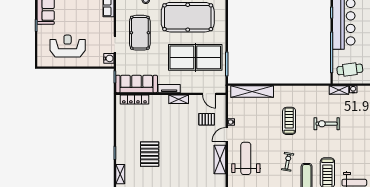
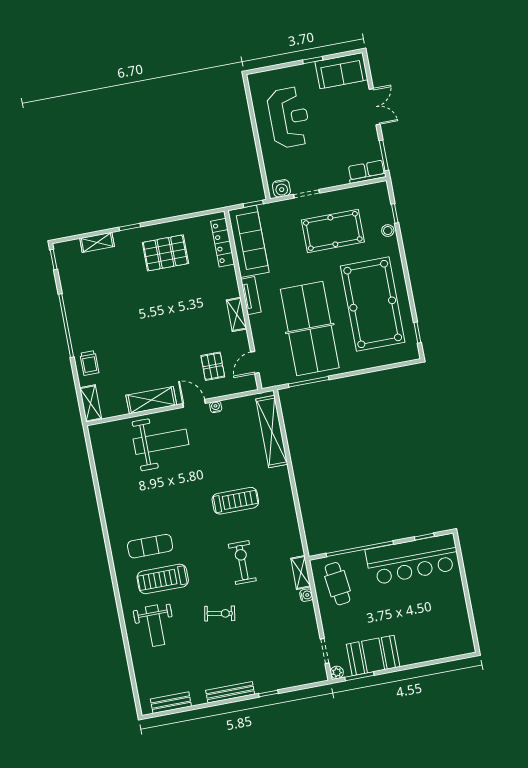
pallet: (150, 154) -> (165, 253), moved
exercise bike: (288, 162) -> (220, 613), moved

